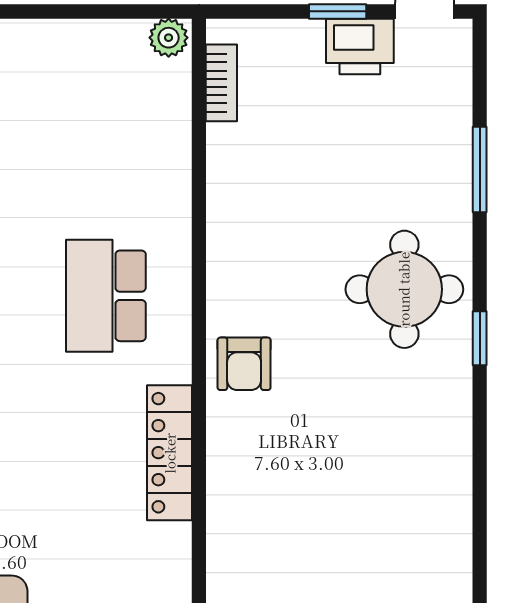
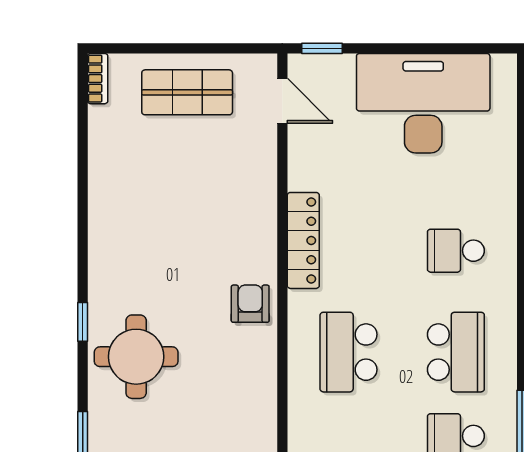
school desk: (106, 296) -> (349, 352), turned 180

